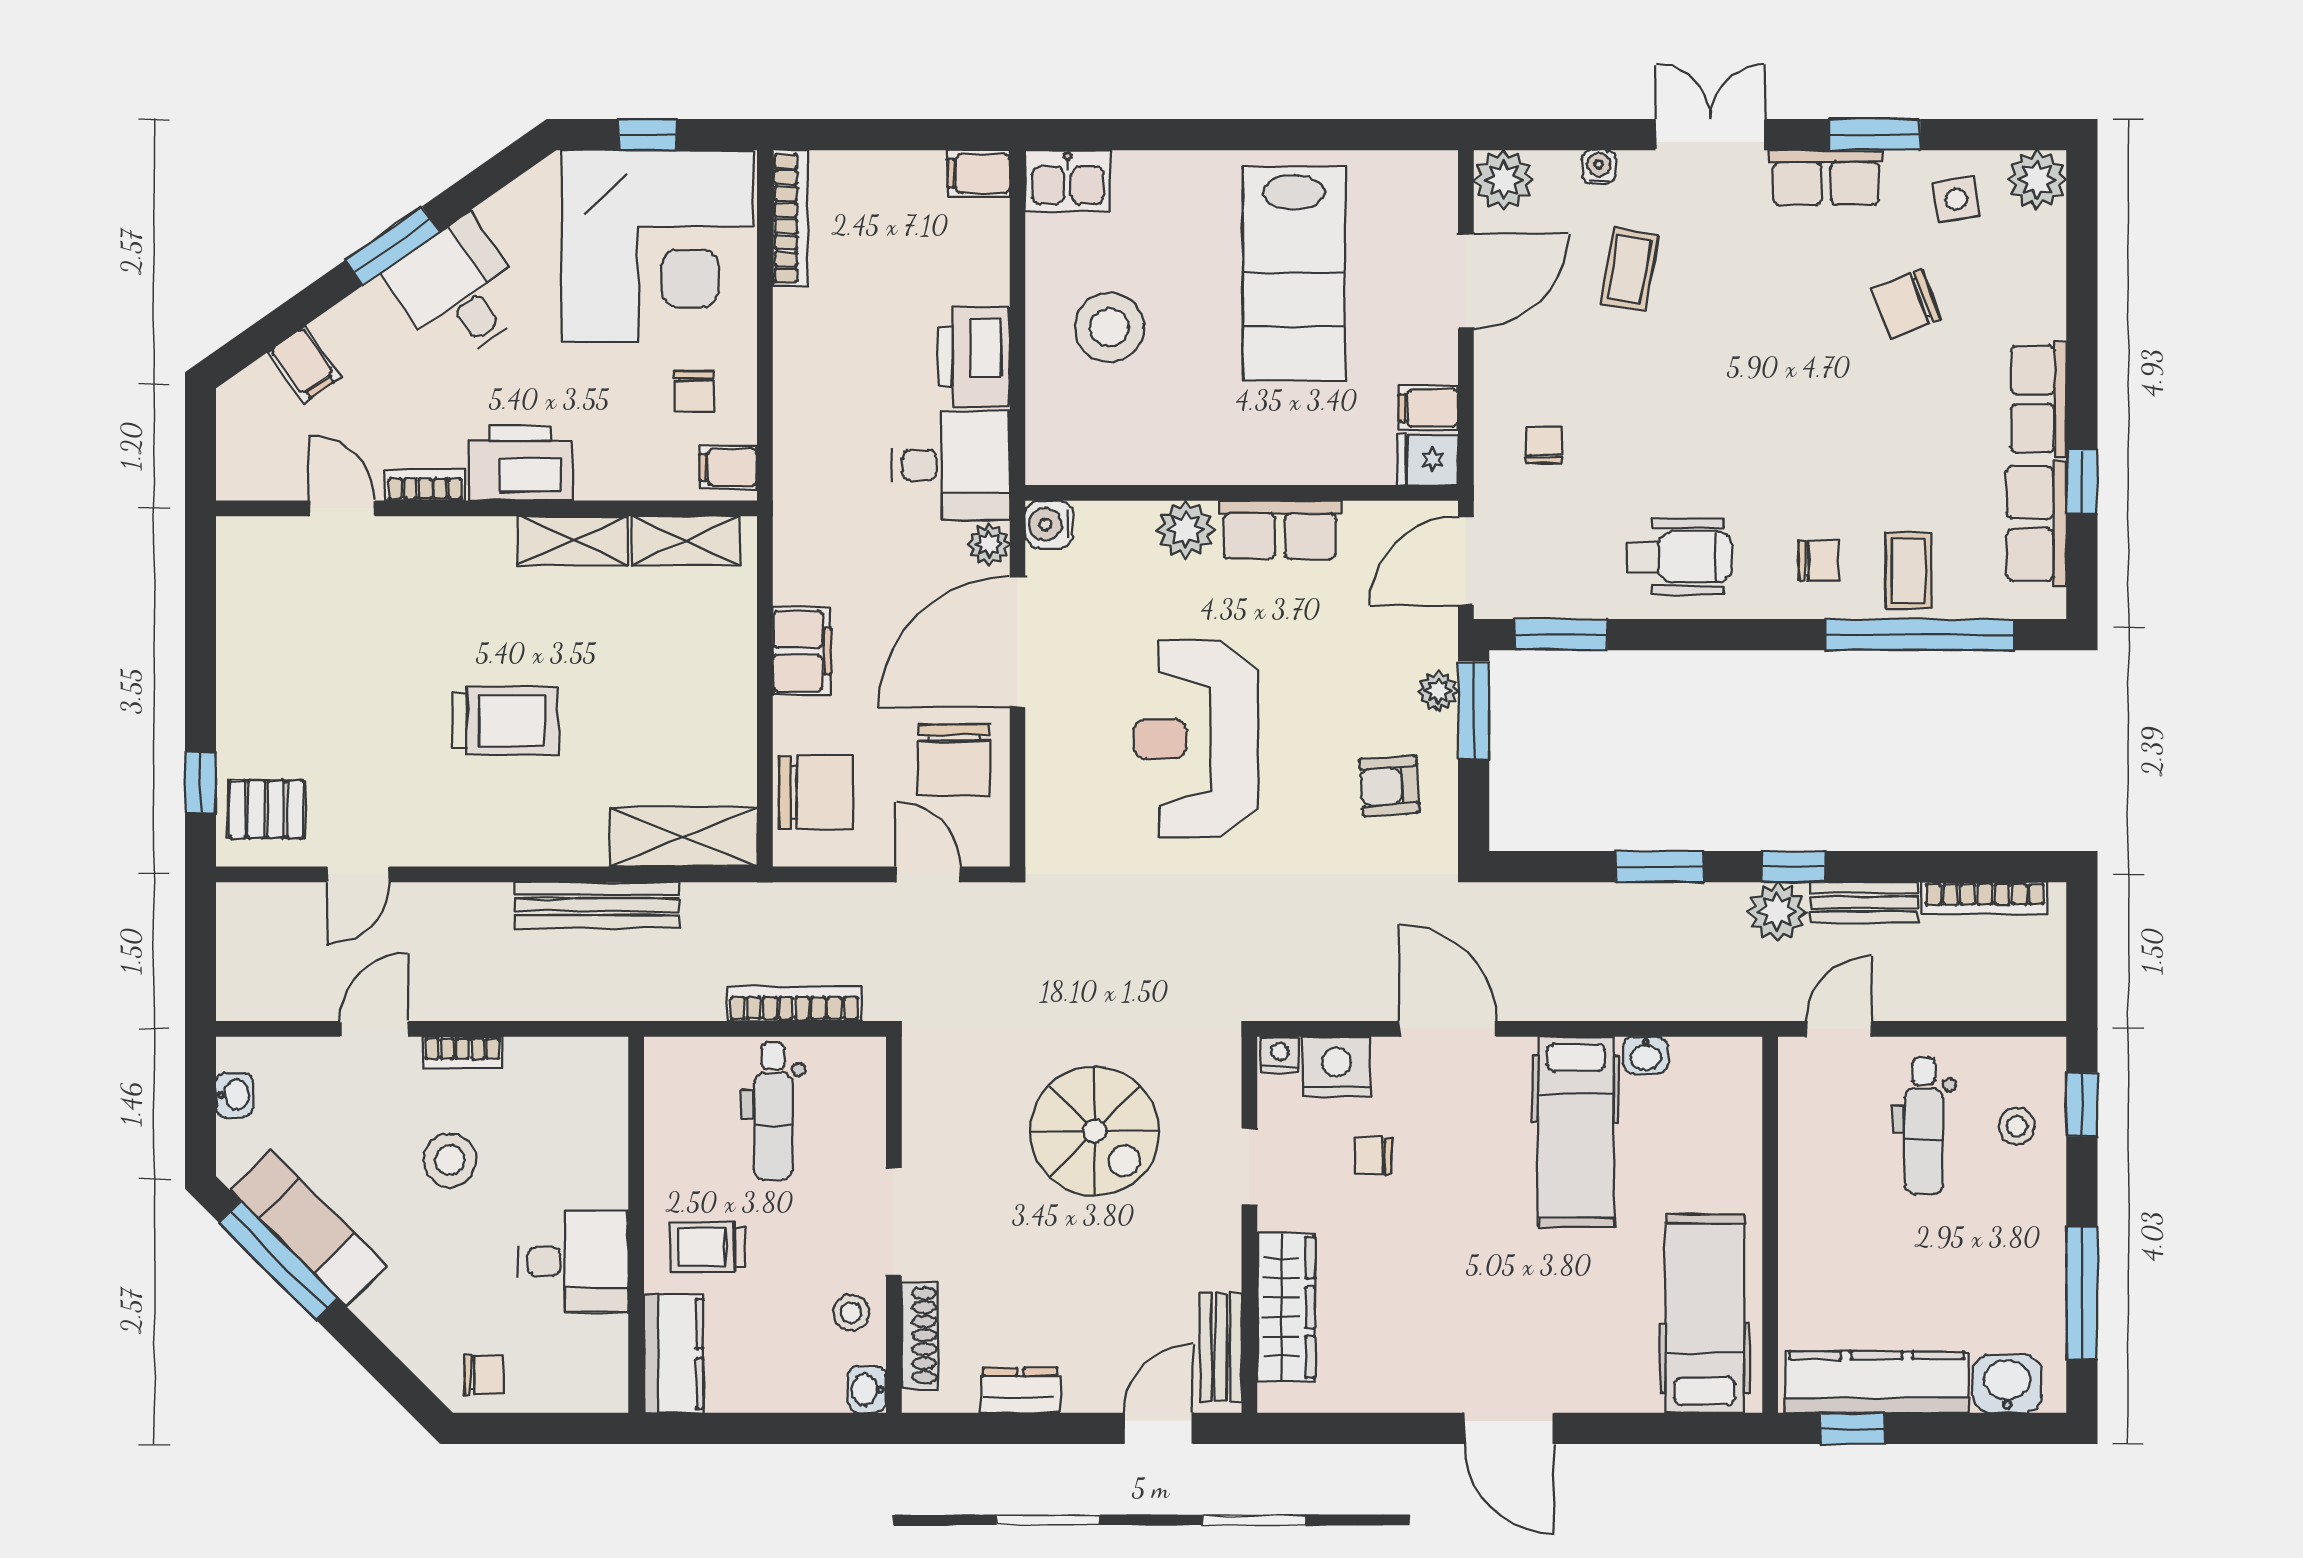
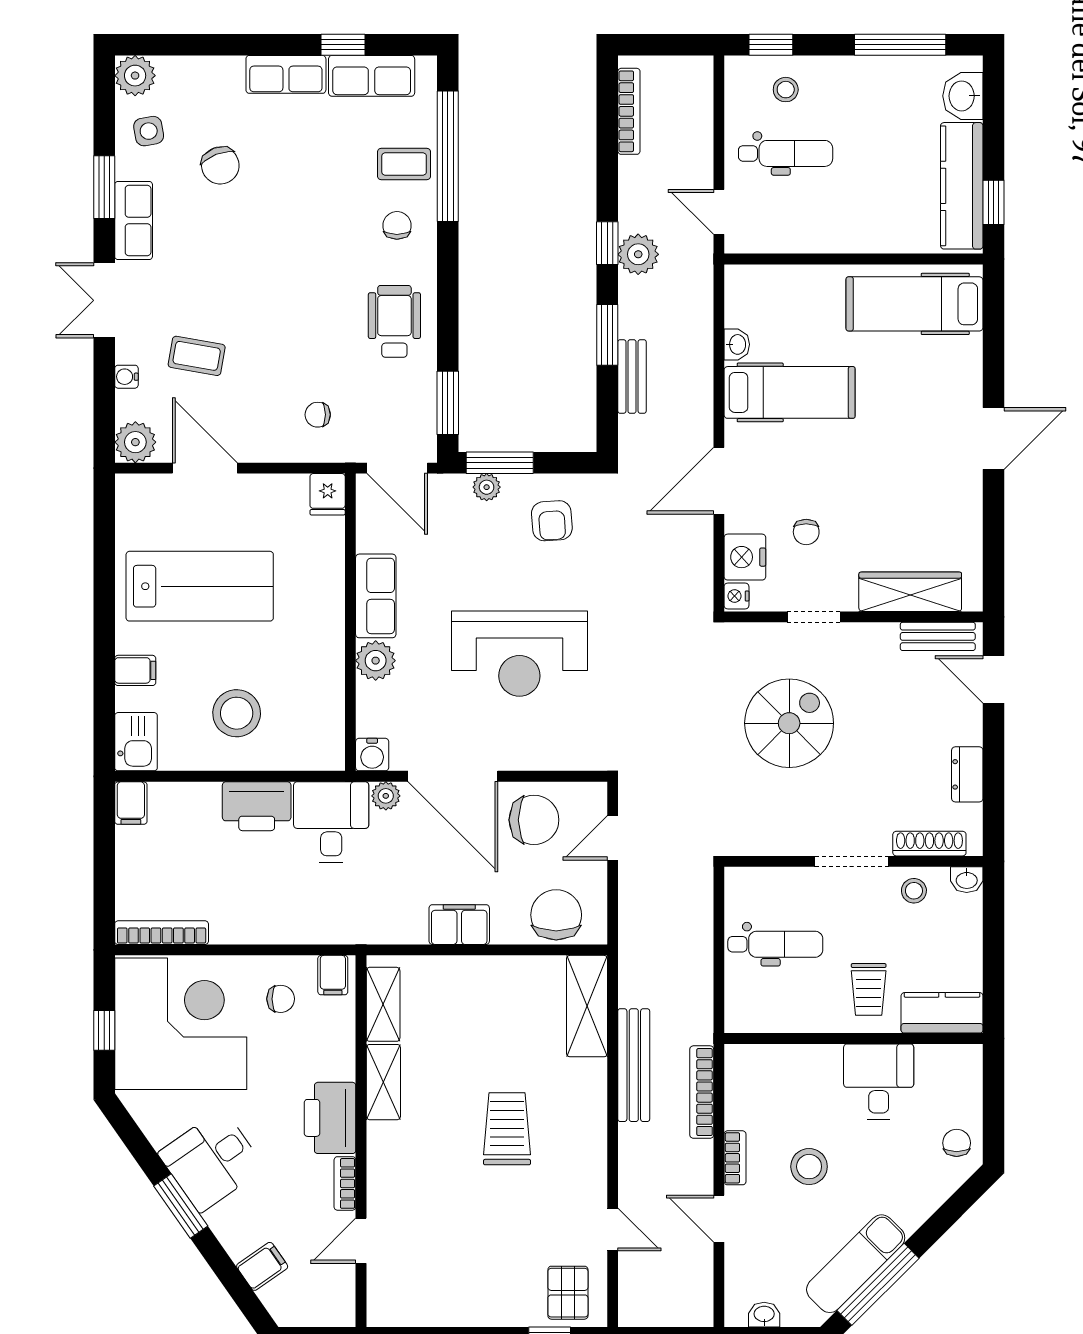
filing cabinet: (1428, 408) -> (135, 670), moved, turned -90
bench: (1864, 903) -> (632, 376), moved
bookcase: (794, 1004) -> (702, 1092), moved

